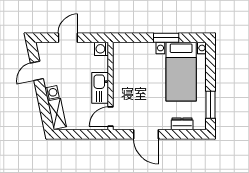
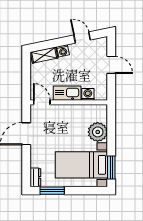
window: (166, 38) -> (111, 168), moved
washing machine: (101, 49) -> (88, 94), moved
plant: (144, 53) -> (98, 132), added
dresser: (182, 124) -> (35, 177), moved

